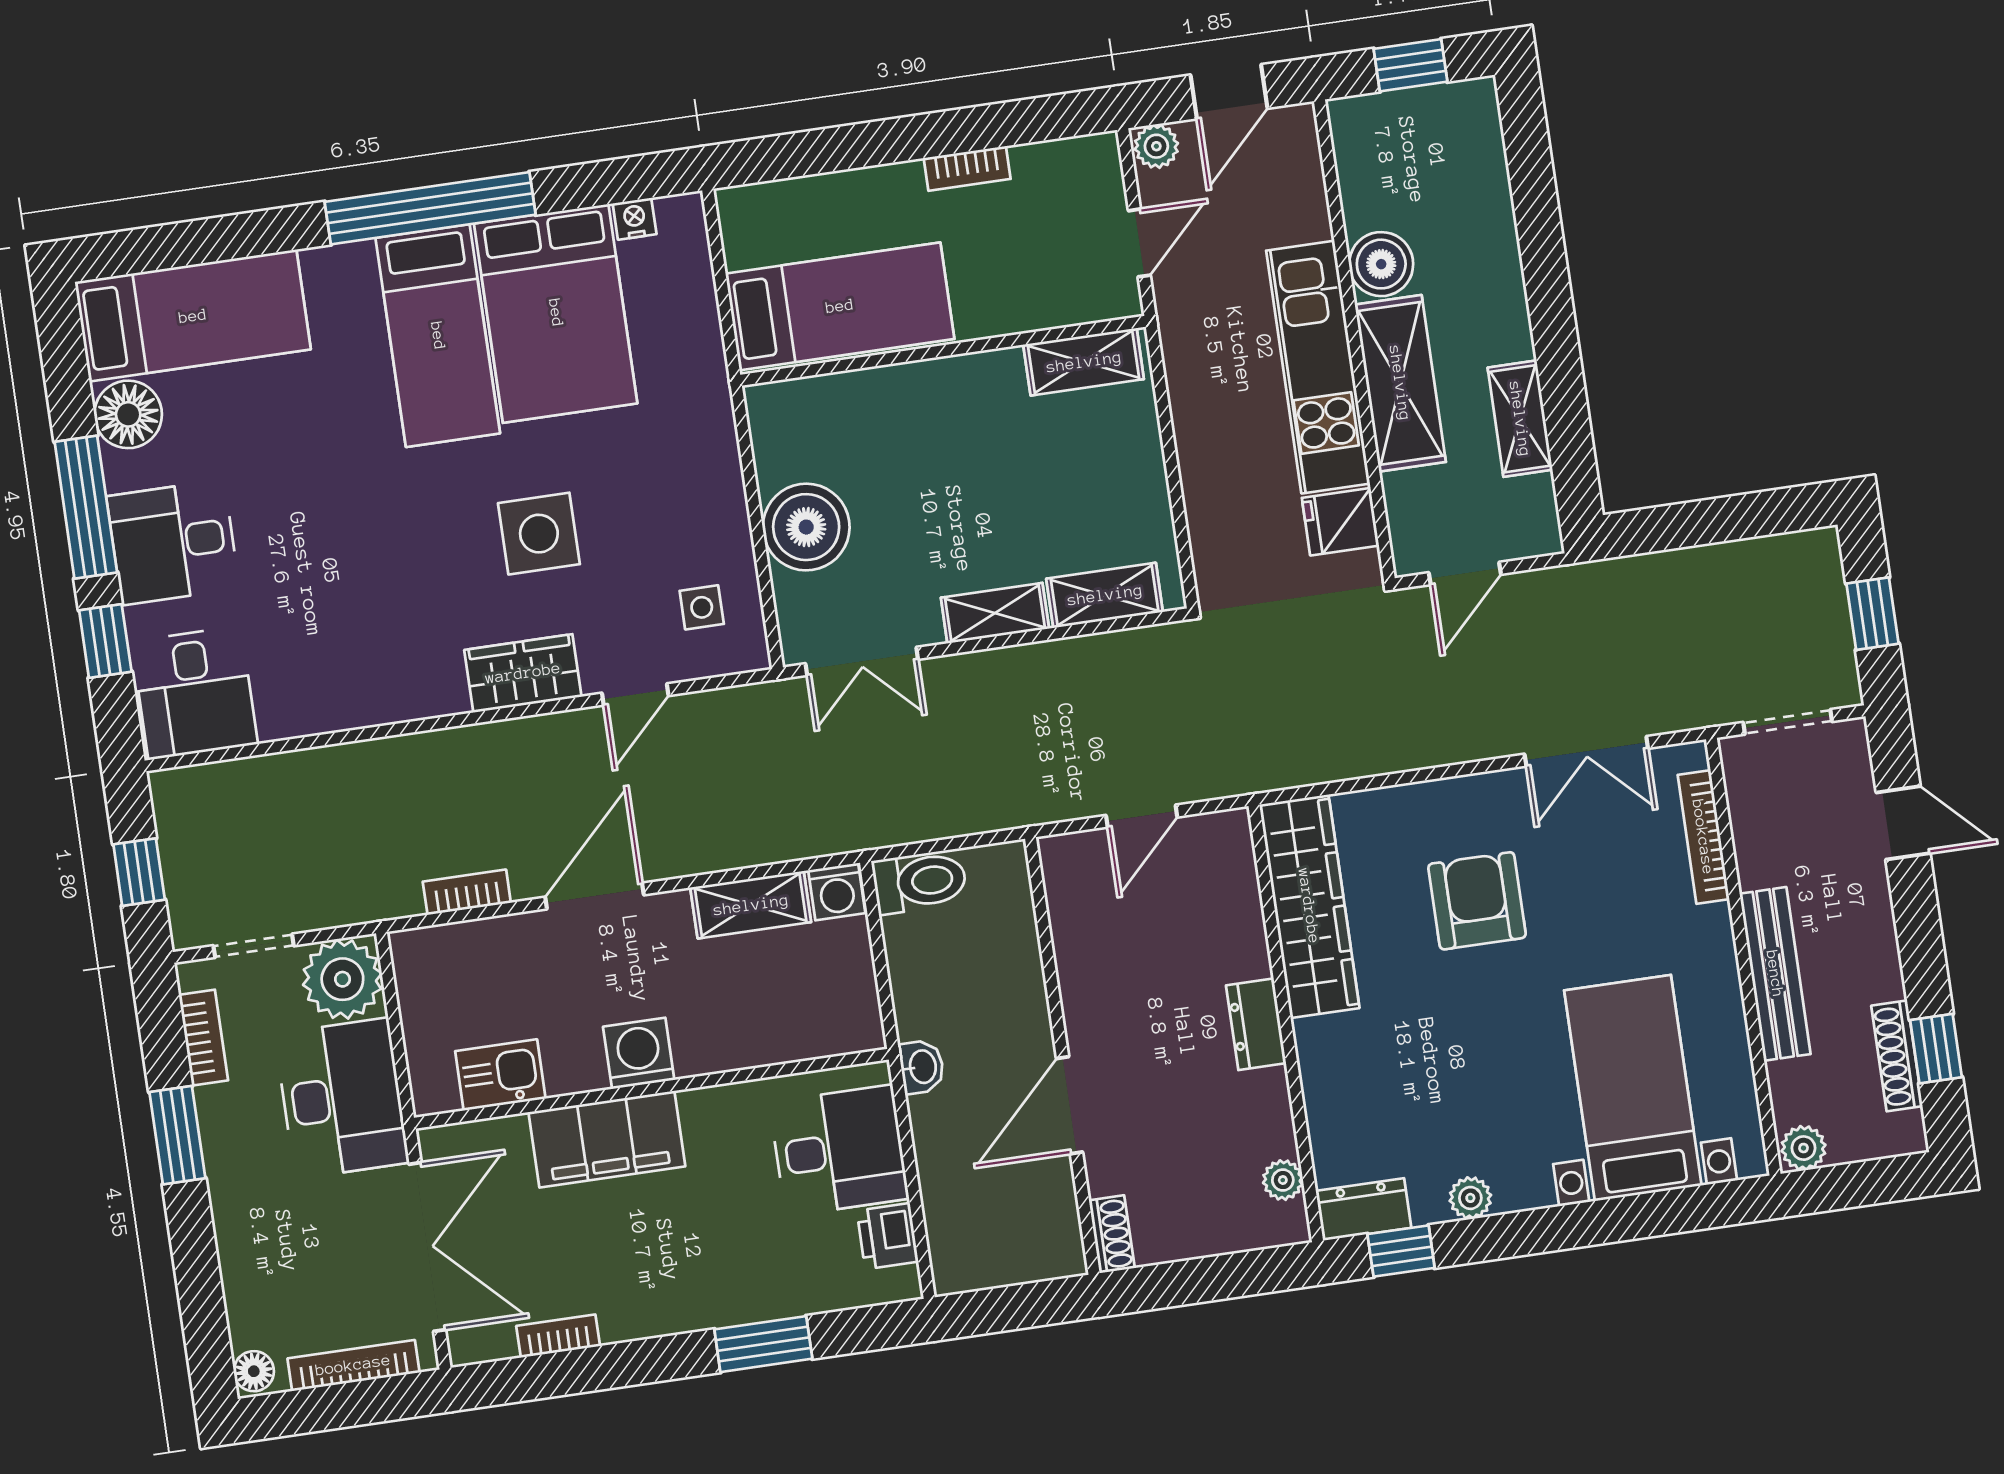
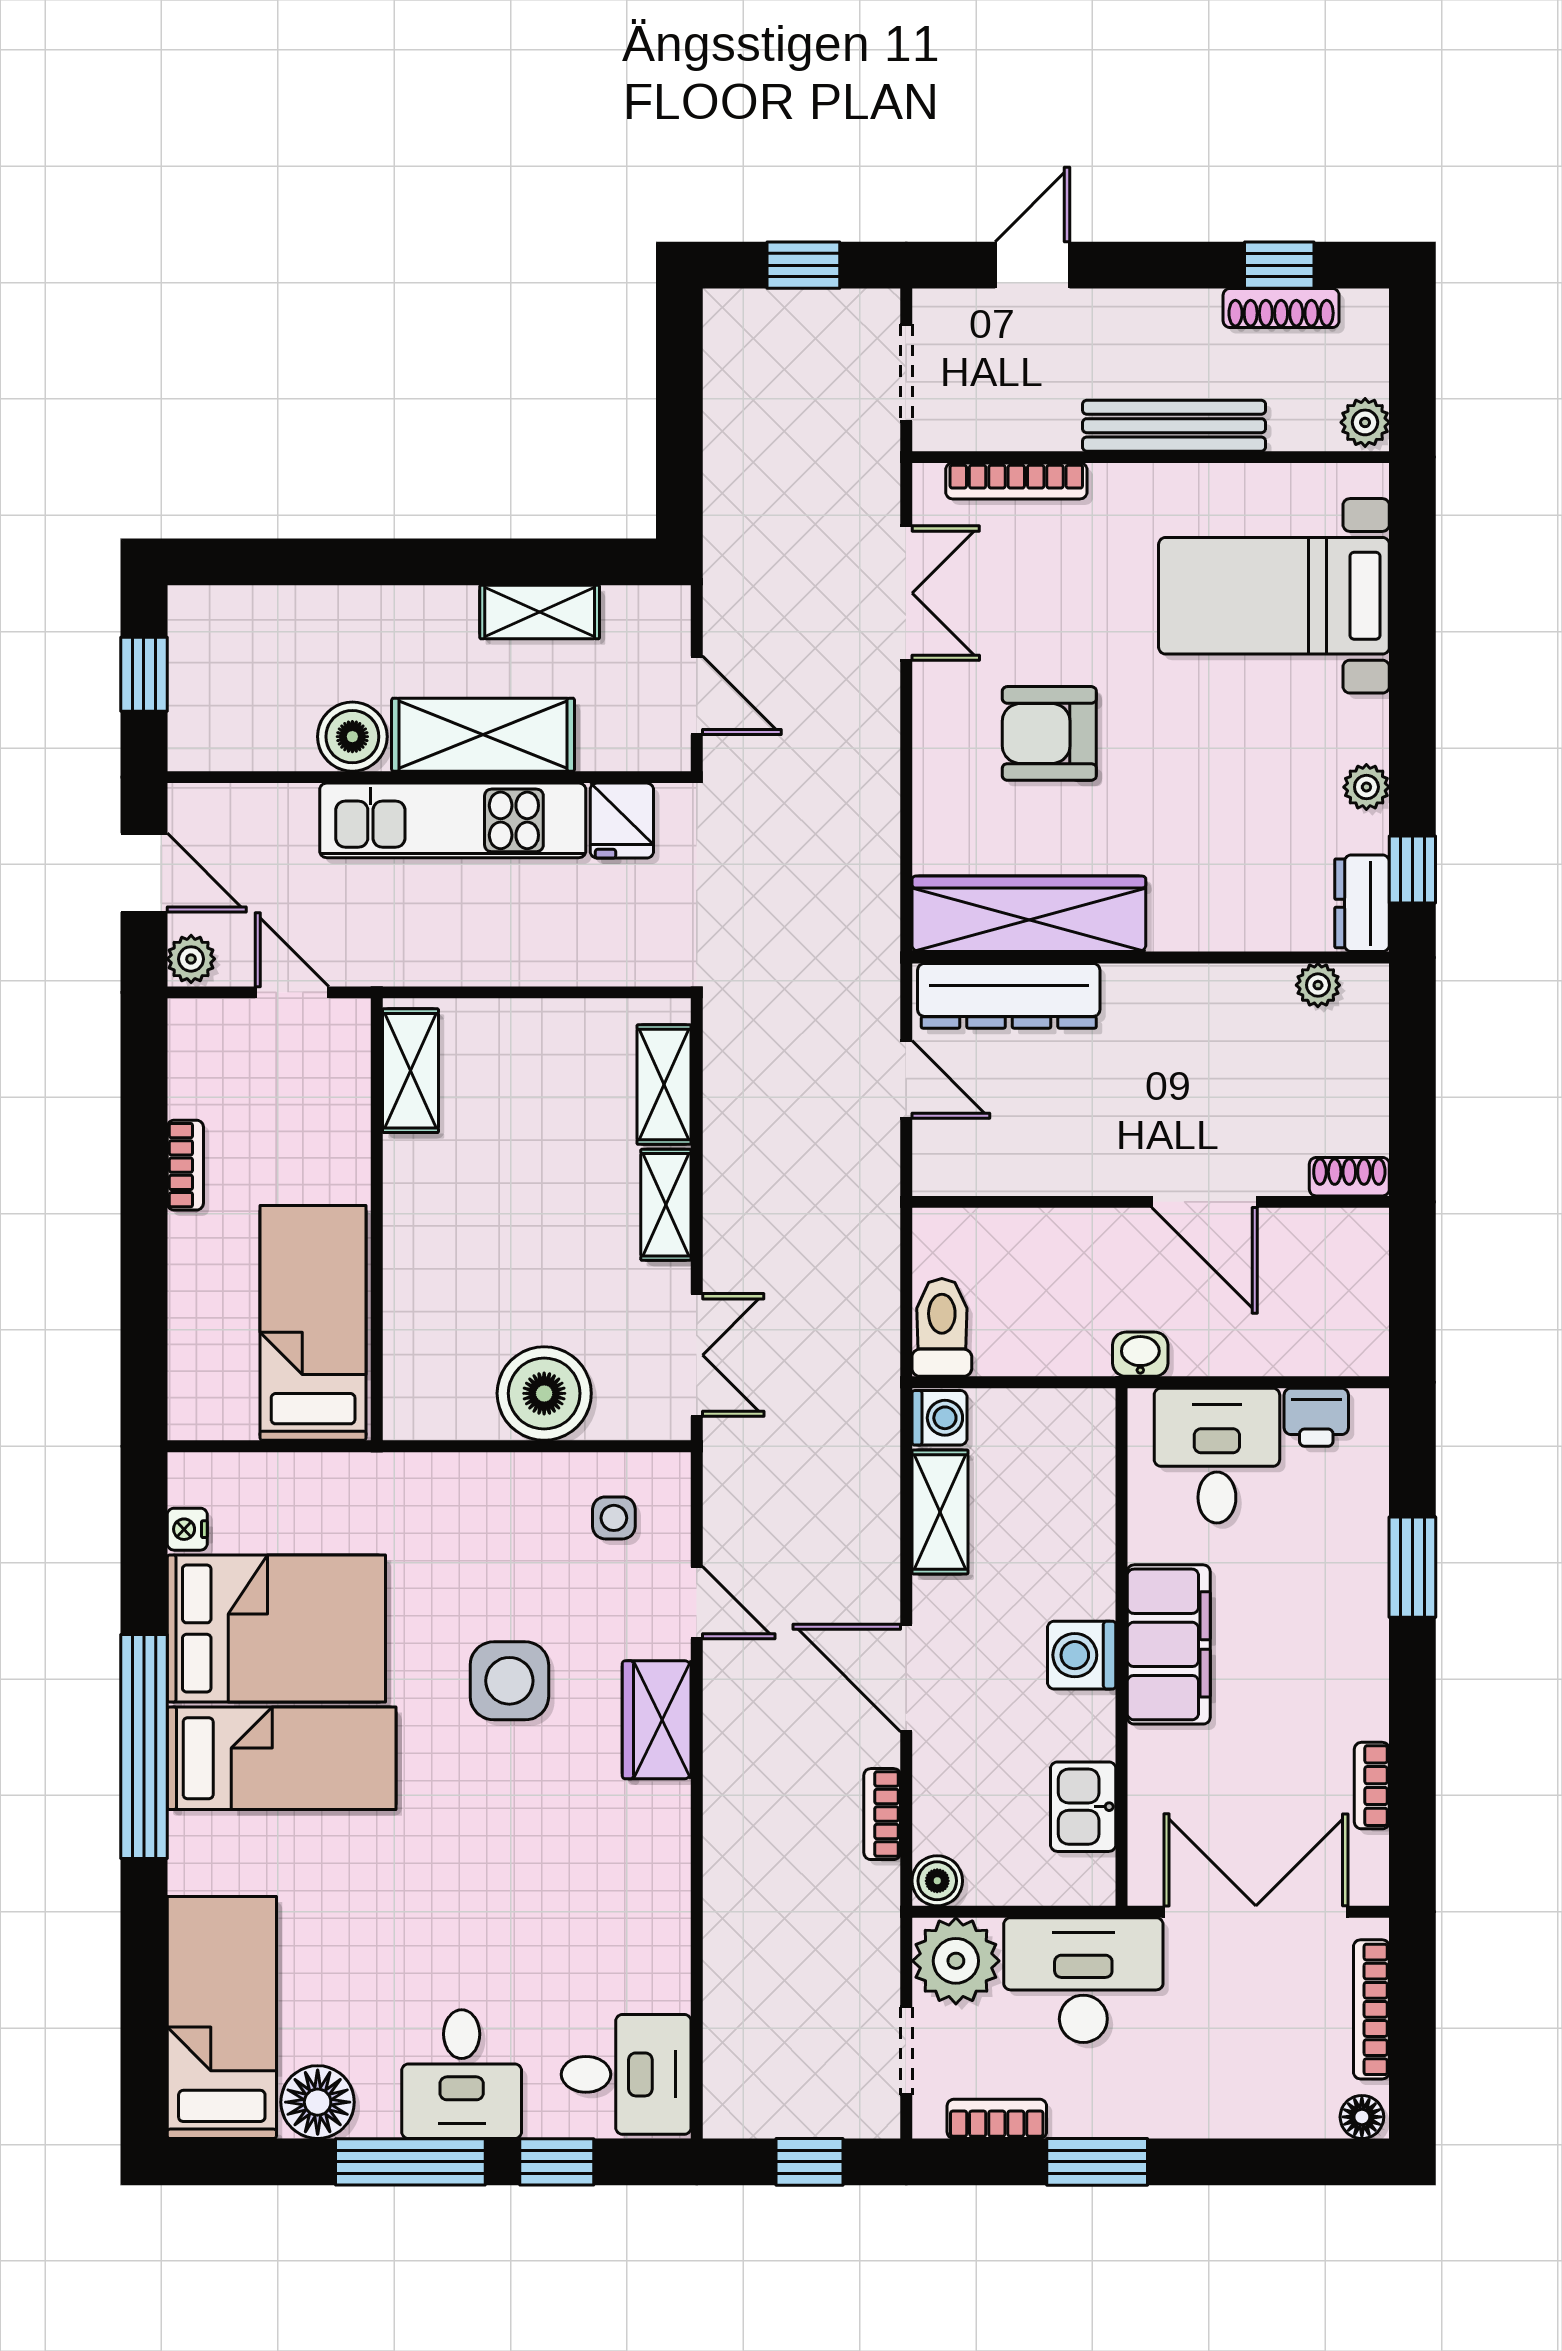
boiler: (413, 951) -> (937, 1881), added
dresser: (1256, 1024) -> (1009, 996), moved, width x1.96, depth x1.24
filing cabinet: (607, 1139) -> (1169, 1644), moved

